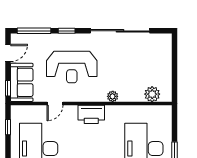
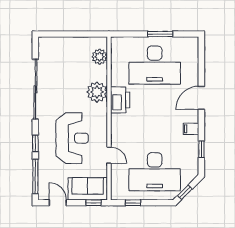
plant: (113, 96) -> (97, 92), width x1.87, depth x1.87
printer: (91, 114) -> (120, 100), moved

